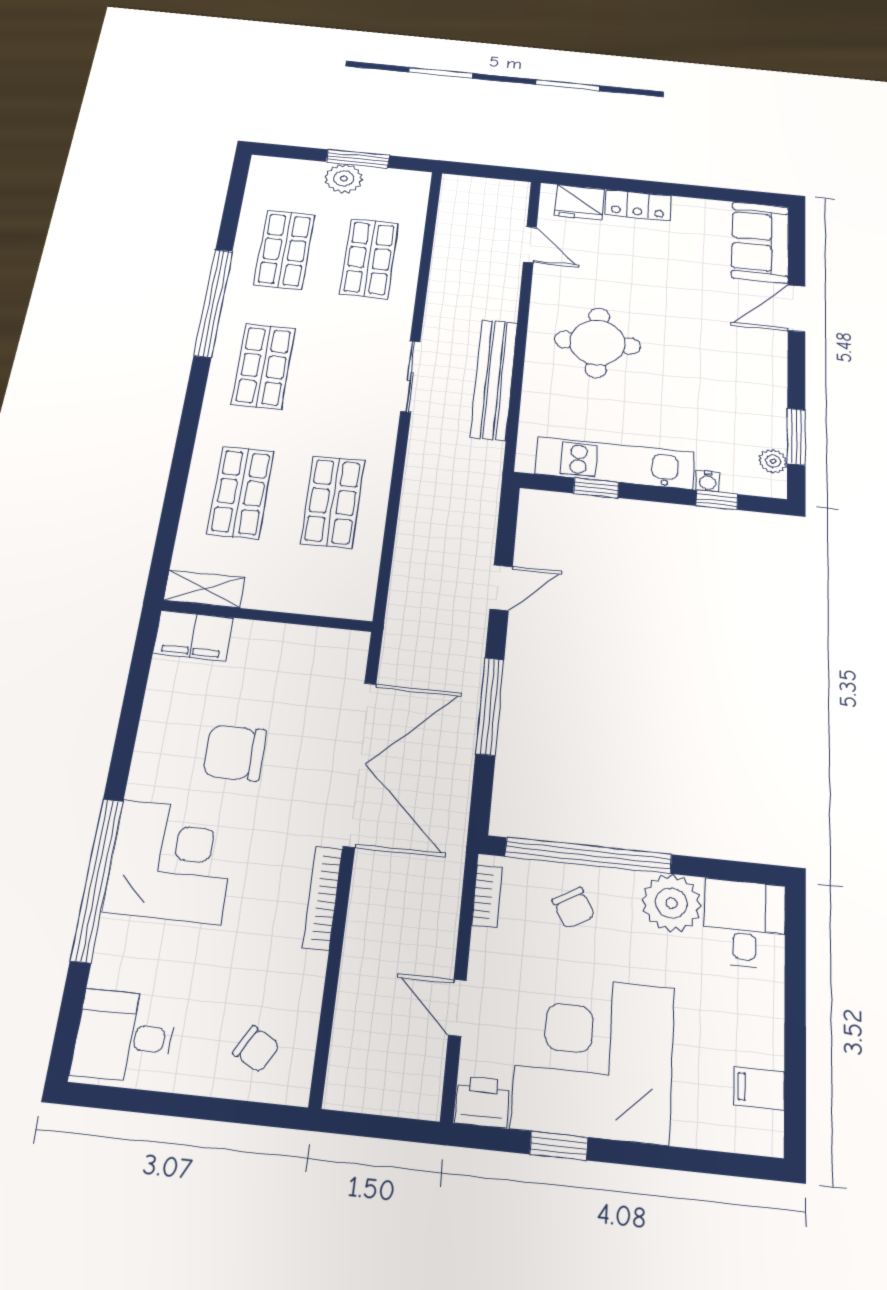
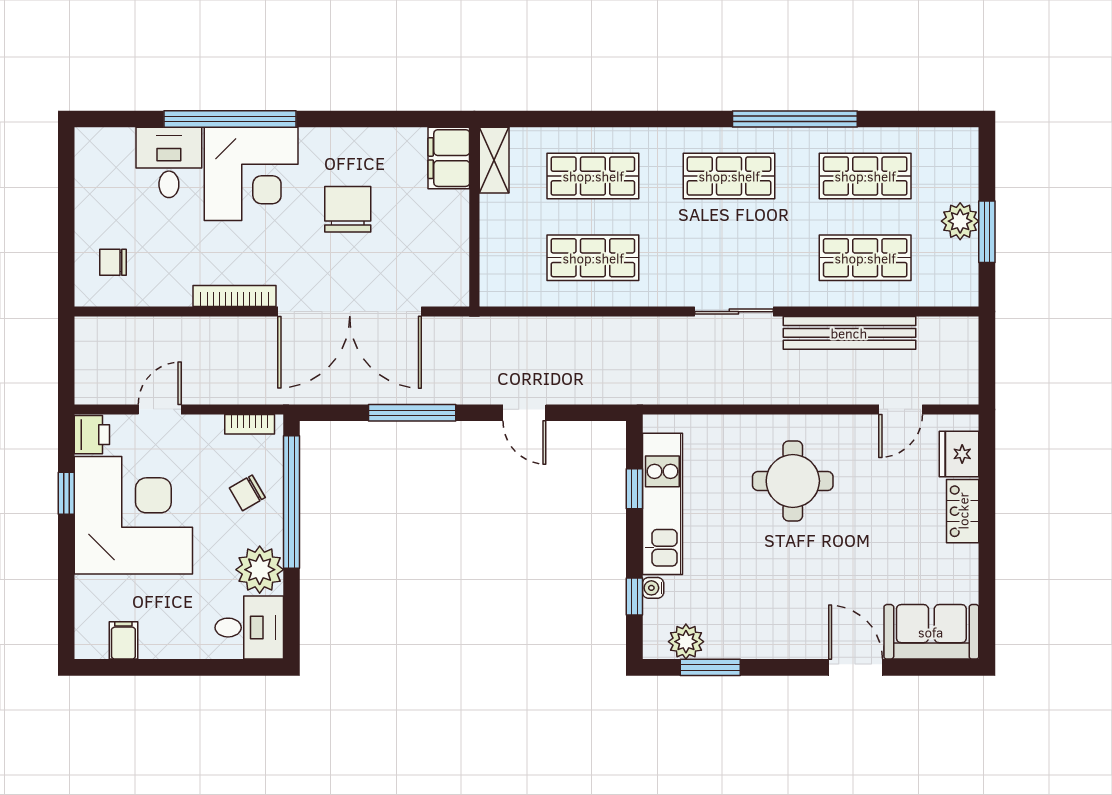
bench: (494, 379) -> (849, 333), moved
plant: (773, 461) -> (686, 642), width x1.38, depth x1.38
desk: (124, 1036) -> (169, 162), moved
chair: (256, 1049) -> (113, 262), turned 61

